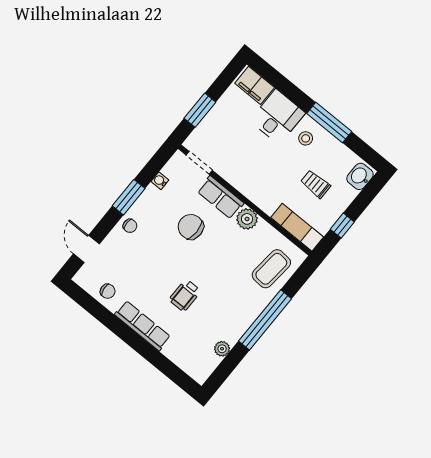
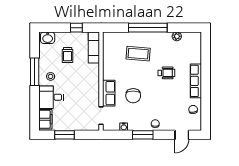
window: (200, 110) -> (65, 135), moved
plant: (247, 219) -> (109, 73), removed
coffee table: (271, 269) -> (138, 54), moved

